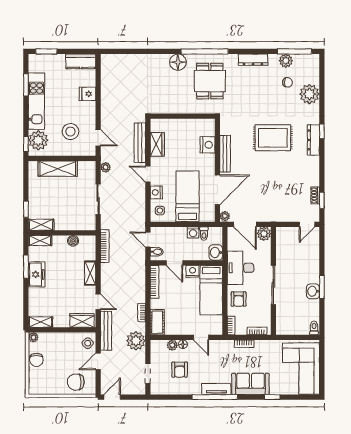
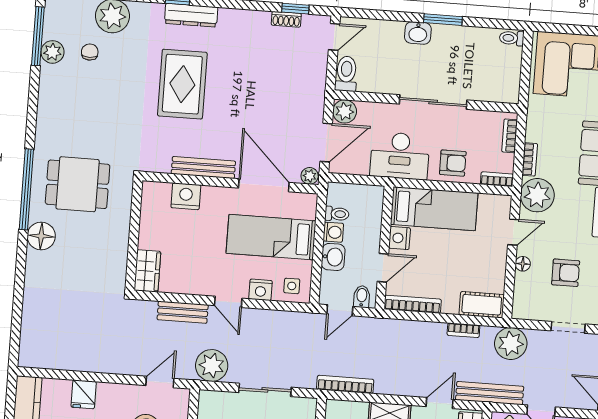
dresser: (253, 60) -> (47, 108), removed
bench: (140, 143) -> (183, 312), width x0.73
wardrobe: (157, 144) -> (147, 271), moved, turned 90
plant: (106, 167) -> (212, 366), width x1.88, depth x1.88
door: (148, 174) -> (228, 302), hinge flipped
door: (307, 224) -> (334, 37), hinge flipped
toilet: (286, 233) -> (346, 74), added
washbasin: (216, 252) -> (333, 257), moved, turned -90
washbasin: (313, 291) -> (418, 33), moved
plant: (172, 345) -> (537, 195), moved, width x1.88, depth x1.88

